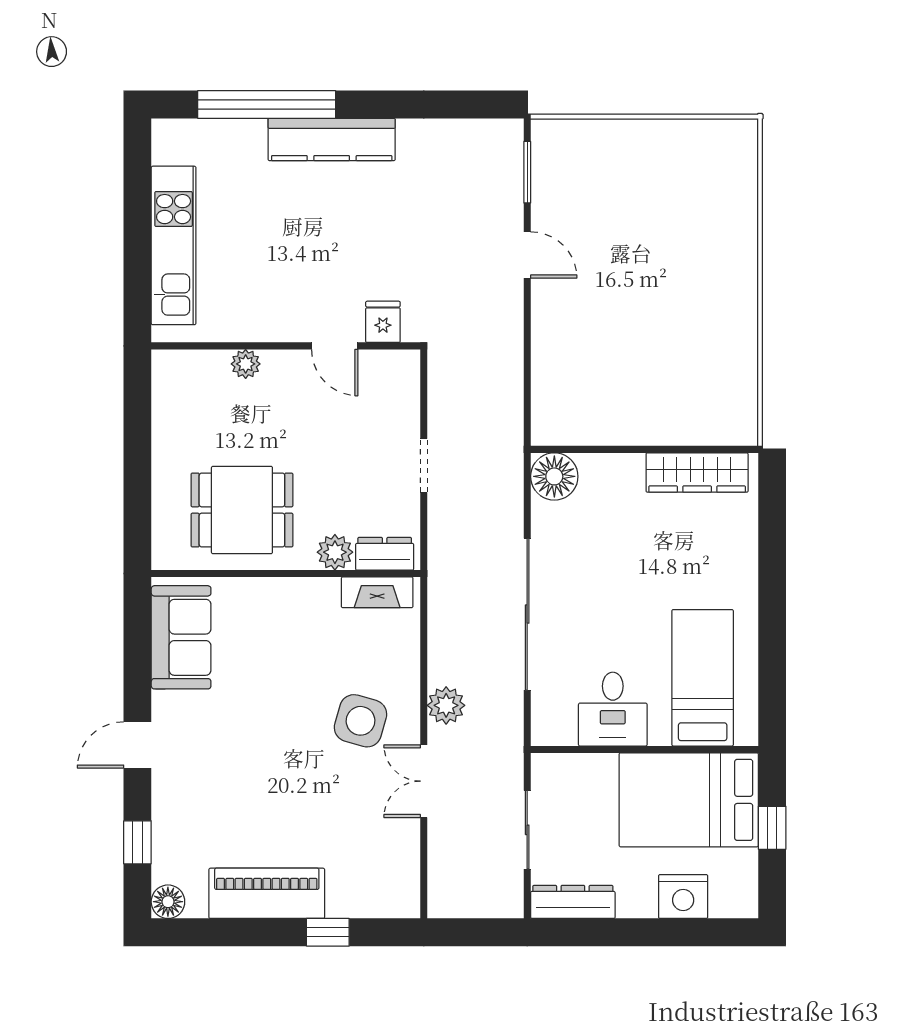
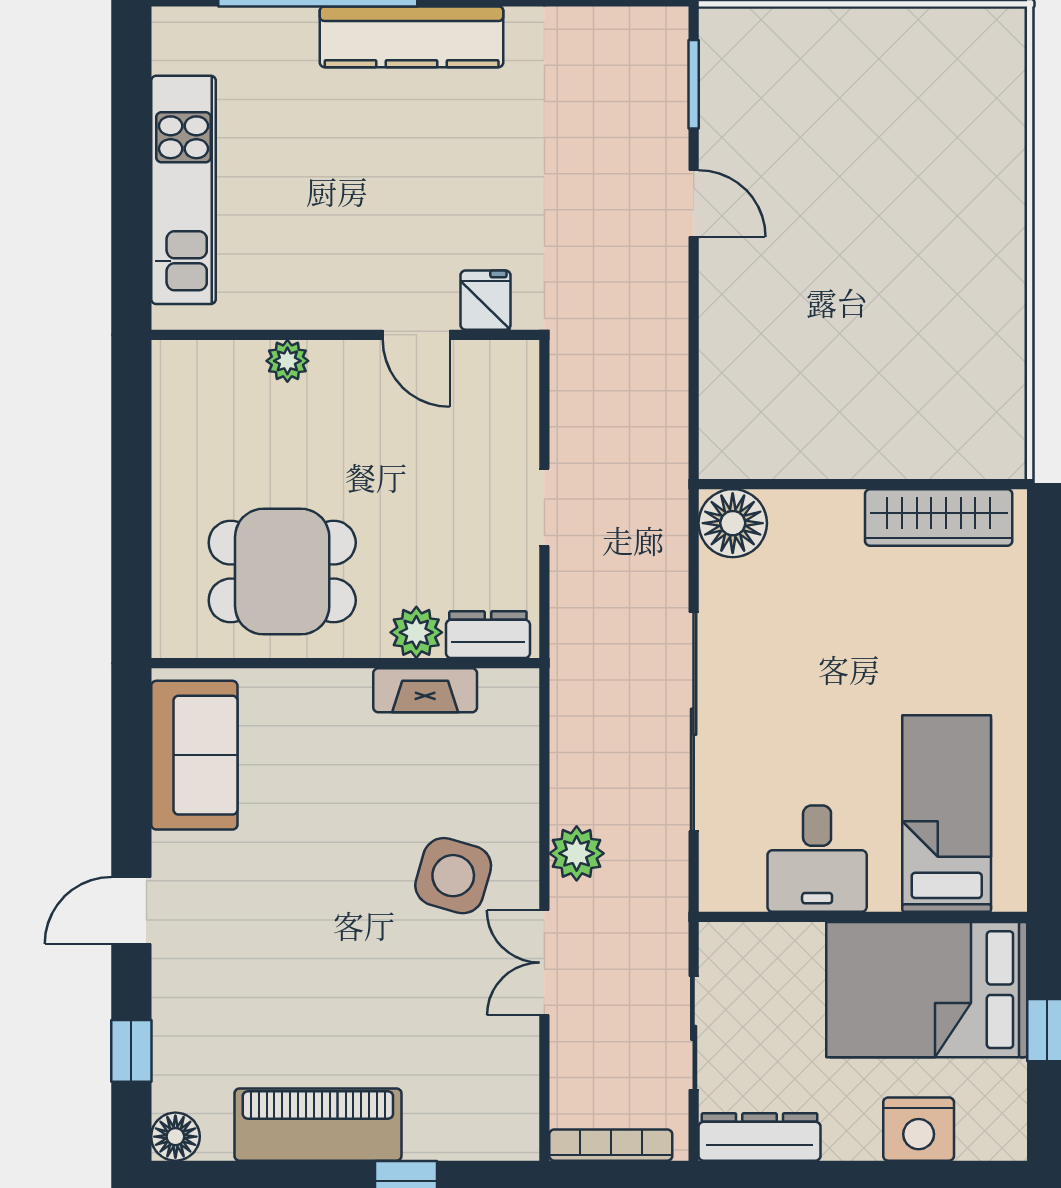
fireplace: (377, 592) -> (425, 690), moved
bookcase: (470, 908) -> (611, 1145), added

